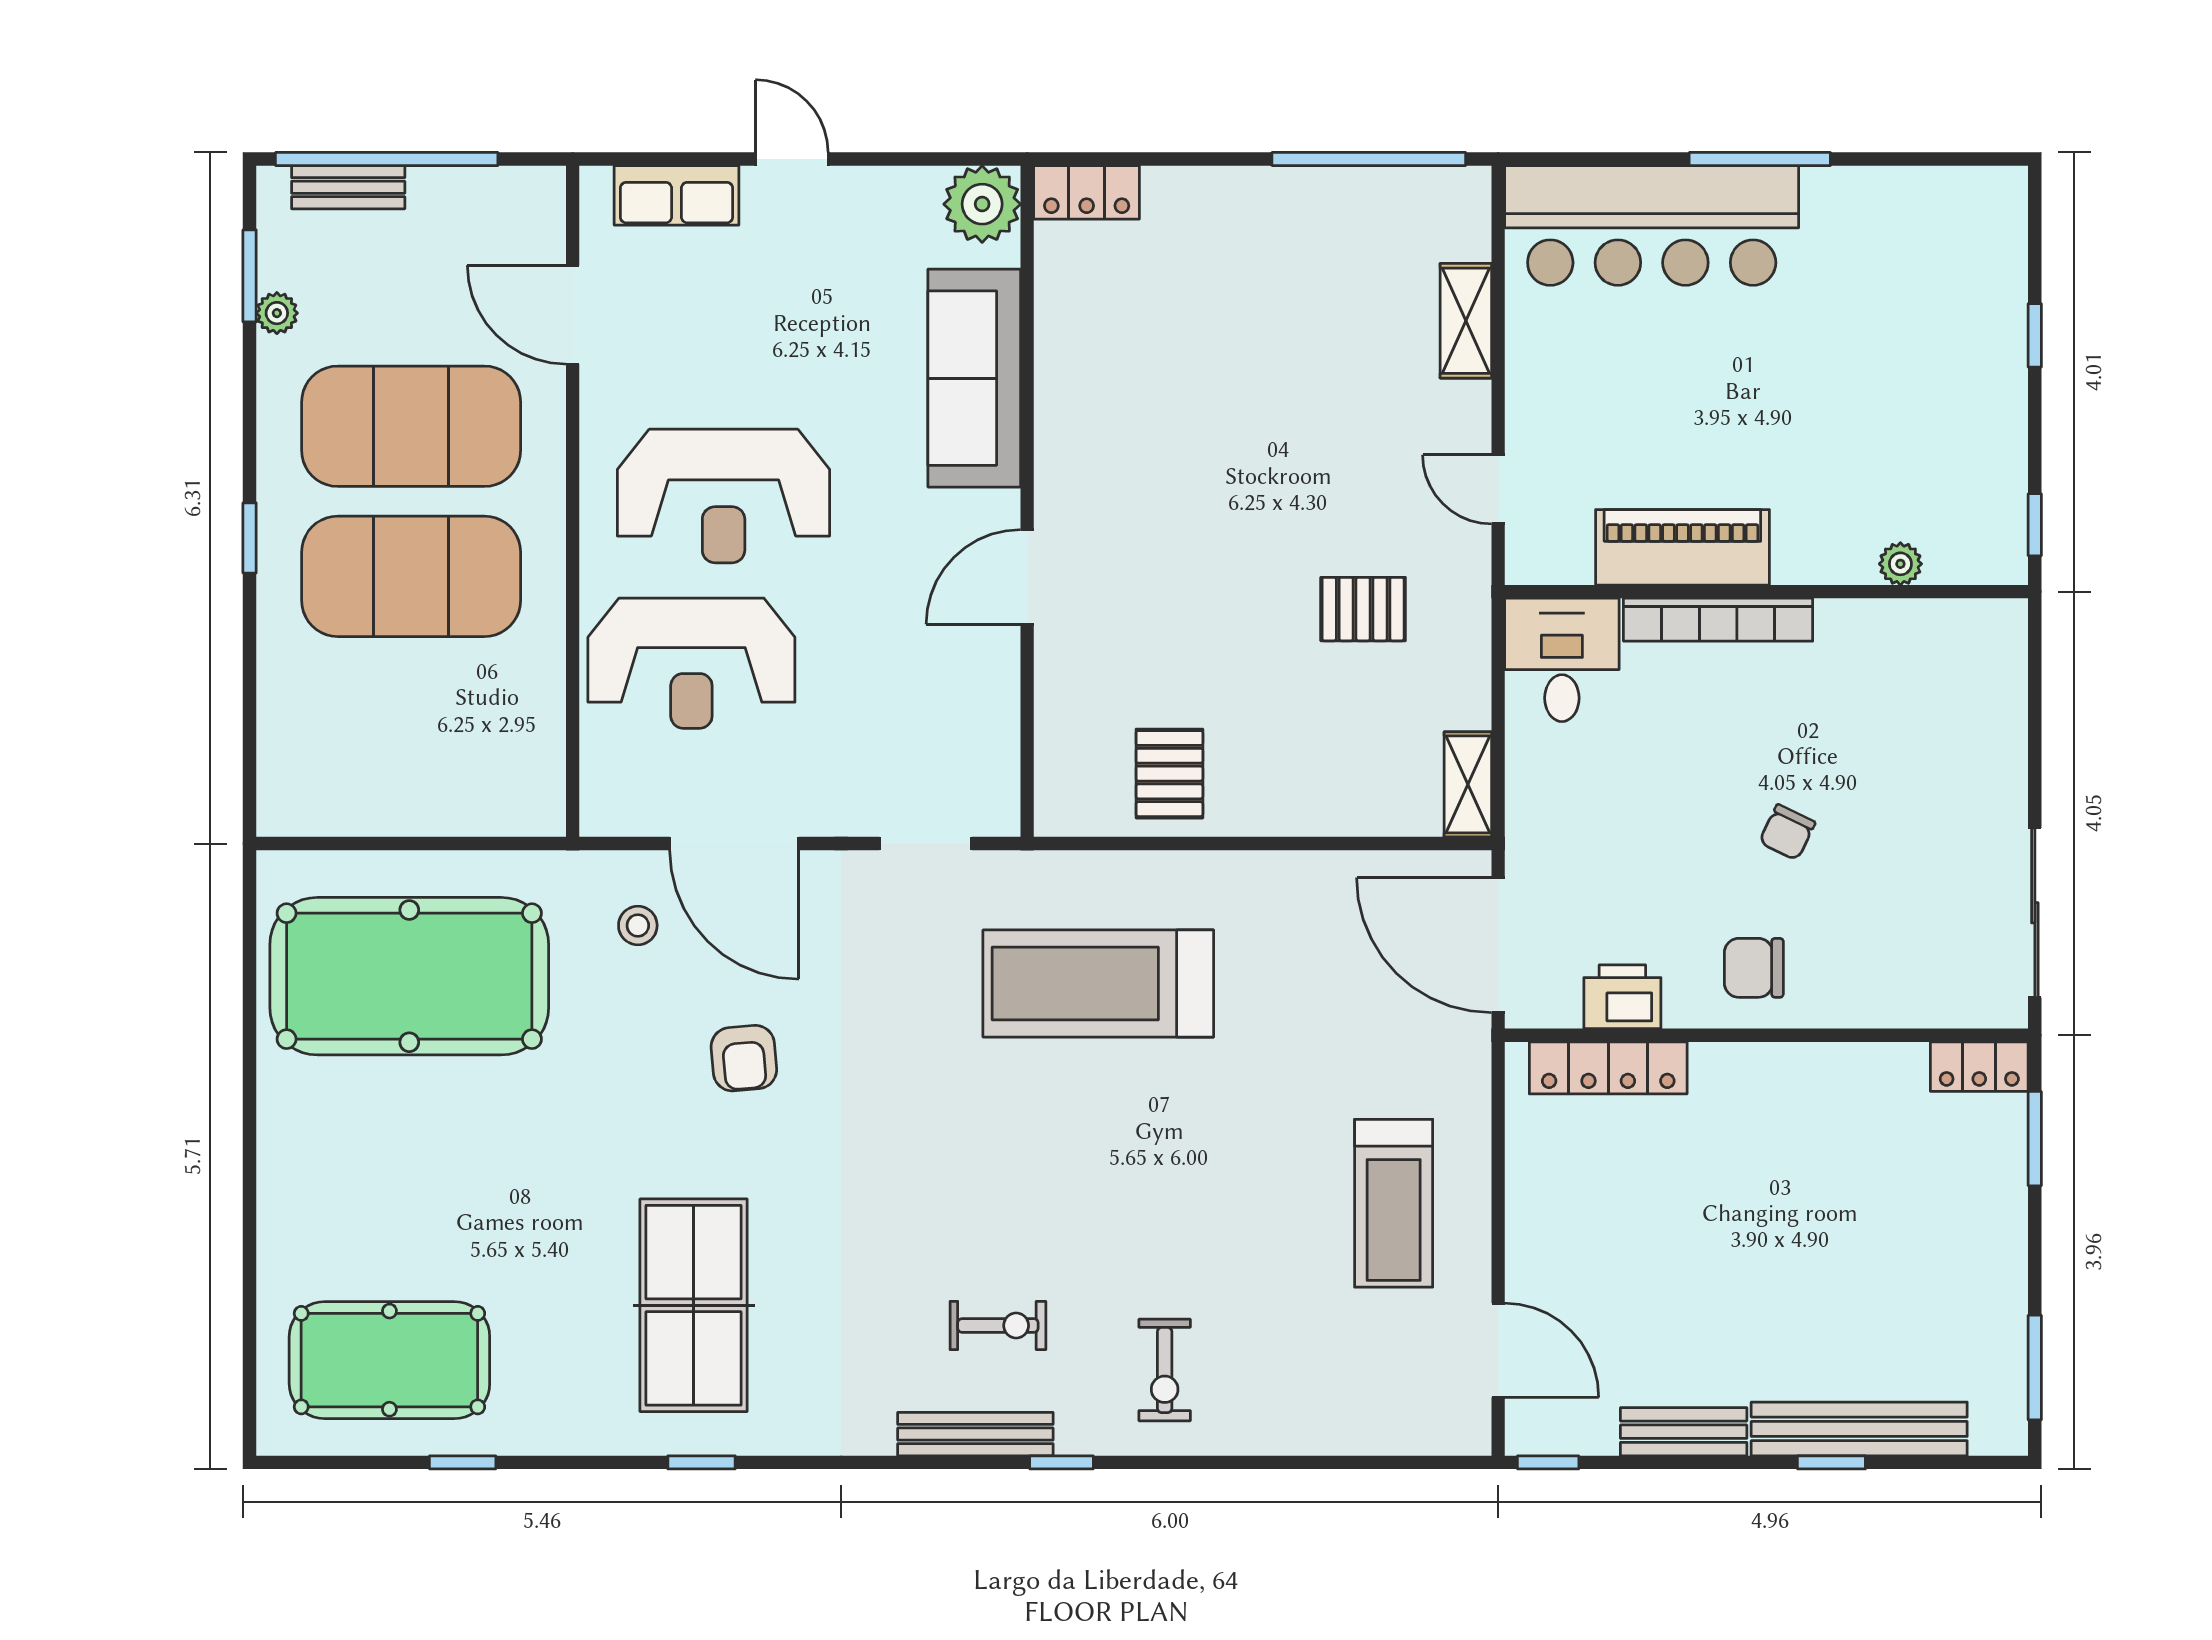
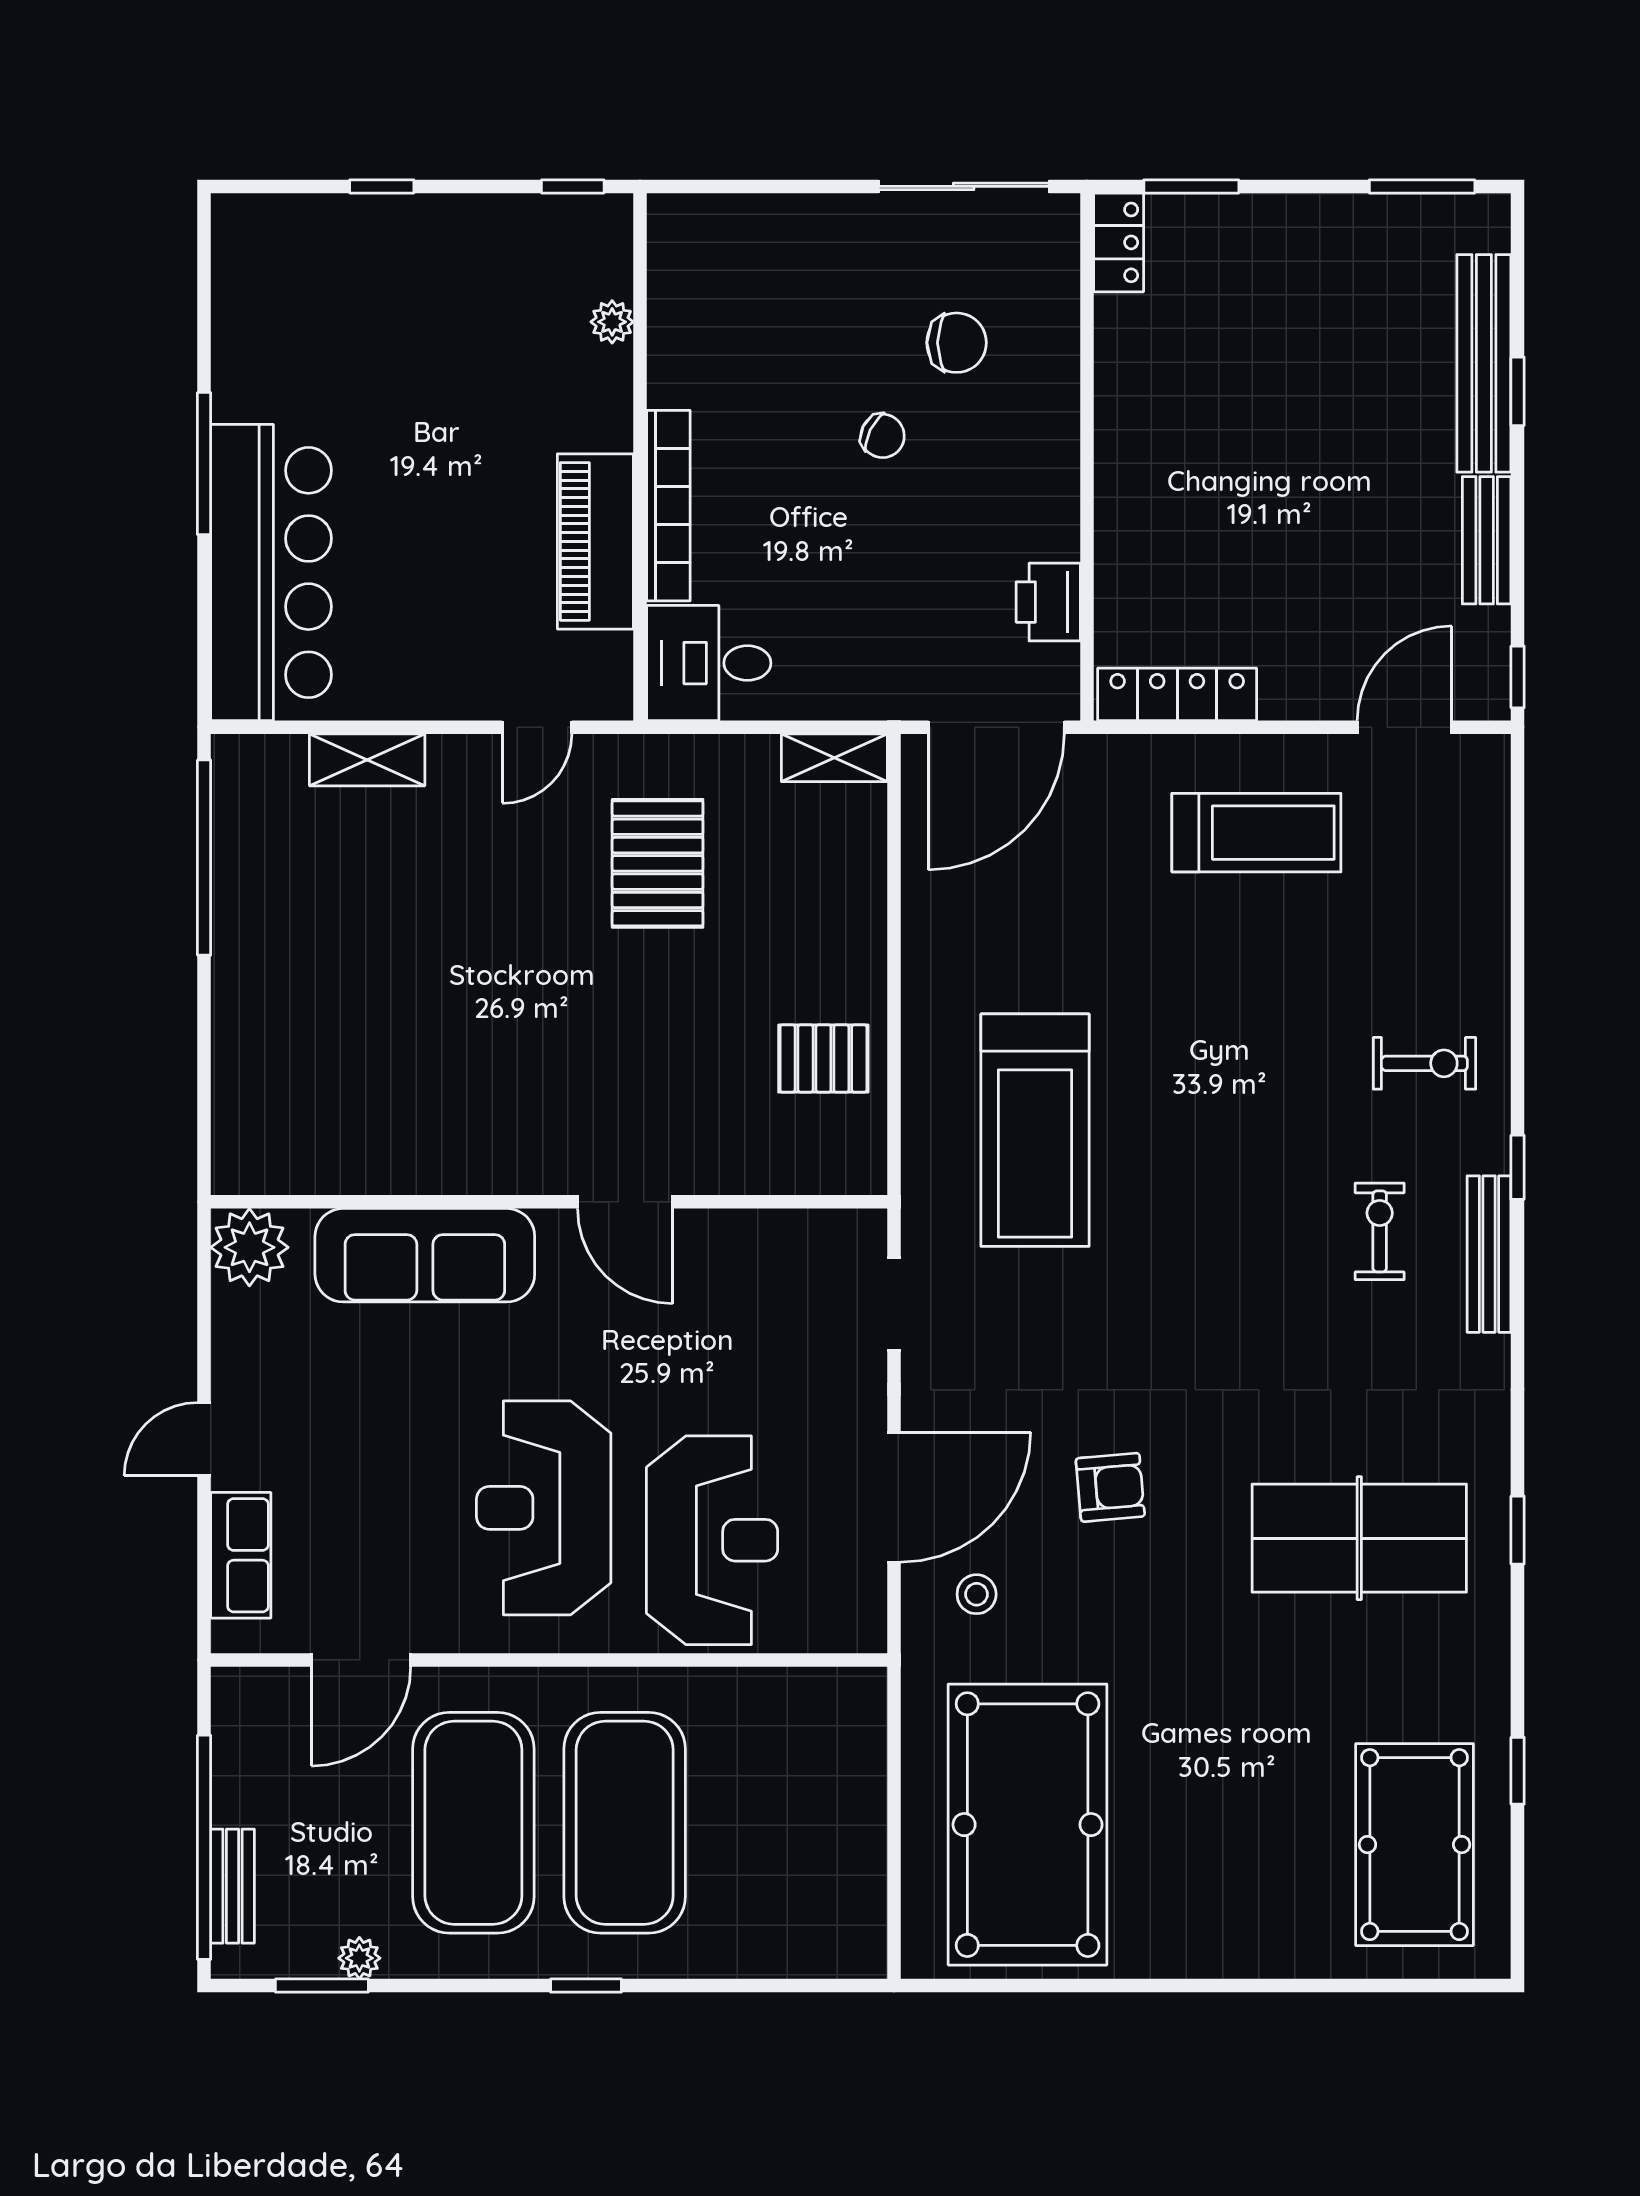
locker: (1087, 192) -> (238, 1142), removed
reception desk: (724, 496) -> (544, 1508), turned 180
pallet: (1363, 609) -> (658, 863), width x1.50, depth x1.42
chair: (1754, 968) -> (957, 343), moved, turned -90
locker: (1608, 1068) -> (1177, 694), moved, turned -90

